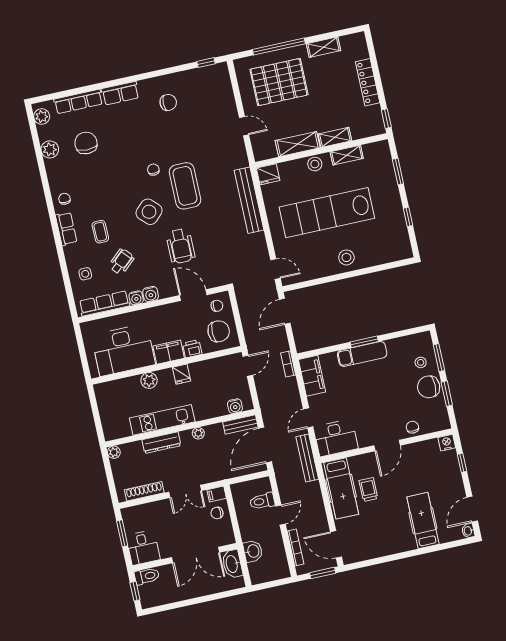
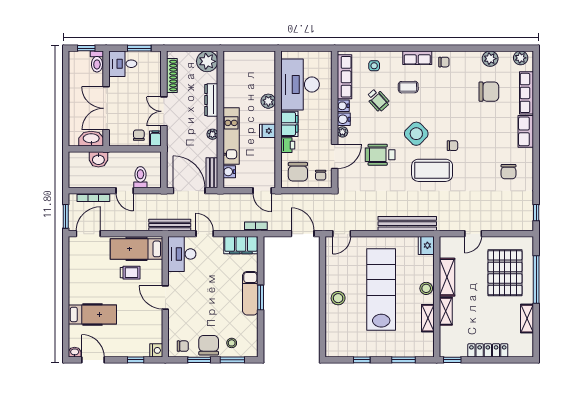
plant: (165, 292) -> (342, 132), added
kitchen unit: (162, 420) -> (231, 136), moved
chair: (412, 427) -> (183, 346), moved
plant: (114, 452) -> (207, 61), width x1.87, depth x1.87

